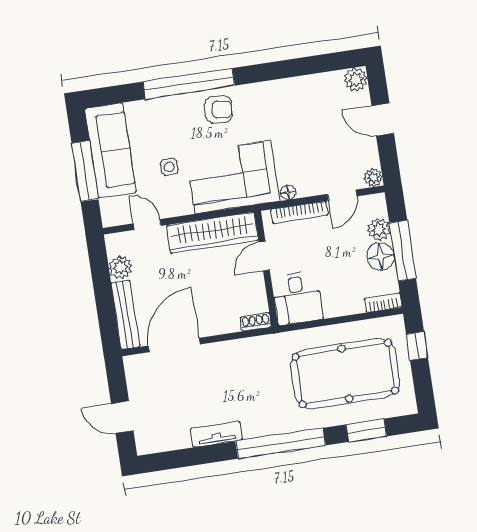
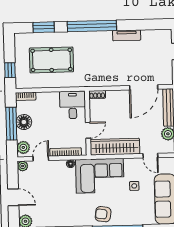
plant: (379, 229) -> (23, 147), moved
pool table: (345, 374) -> (51, 60), width x0.73, depth x0.76

